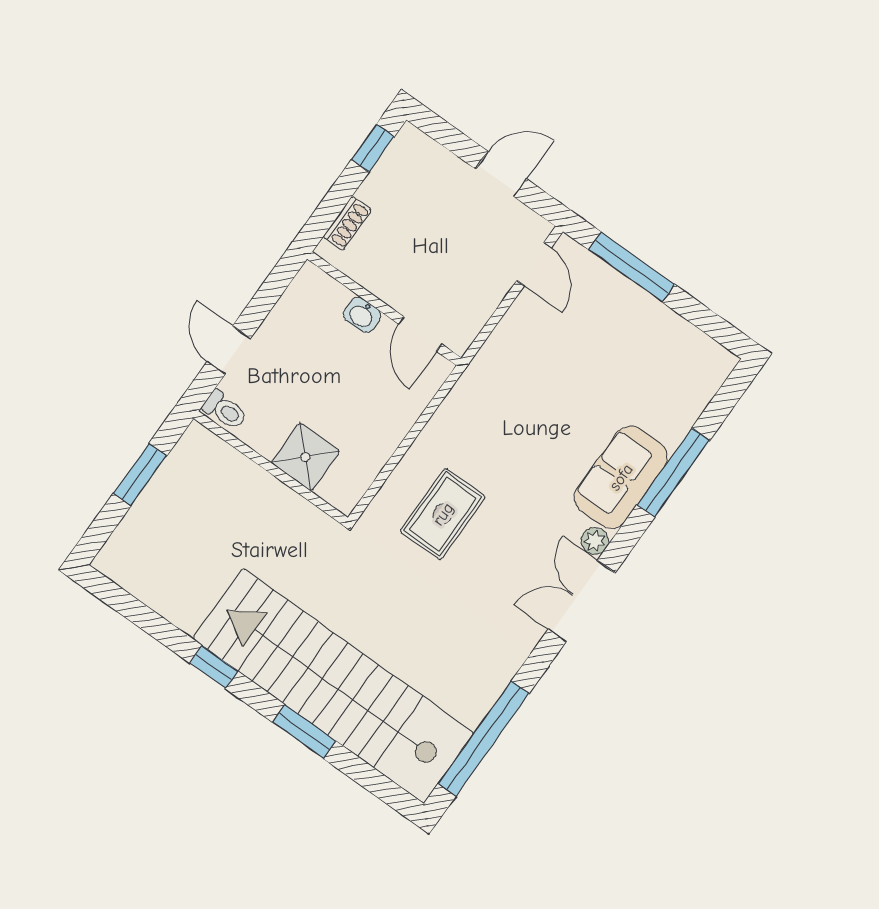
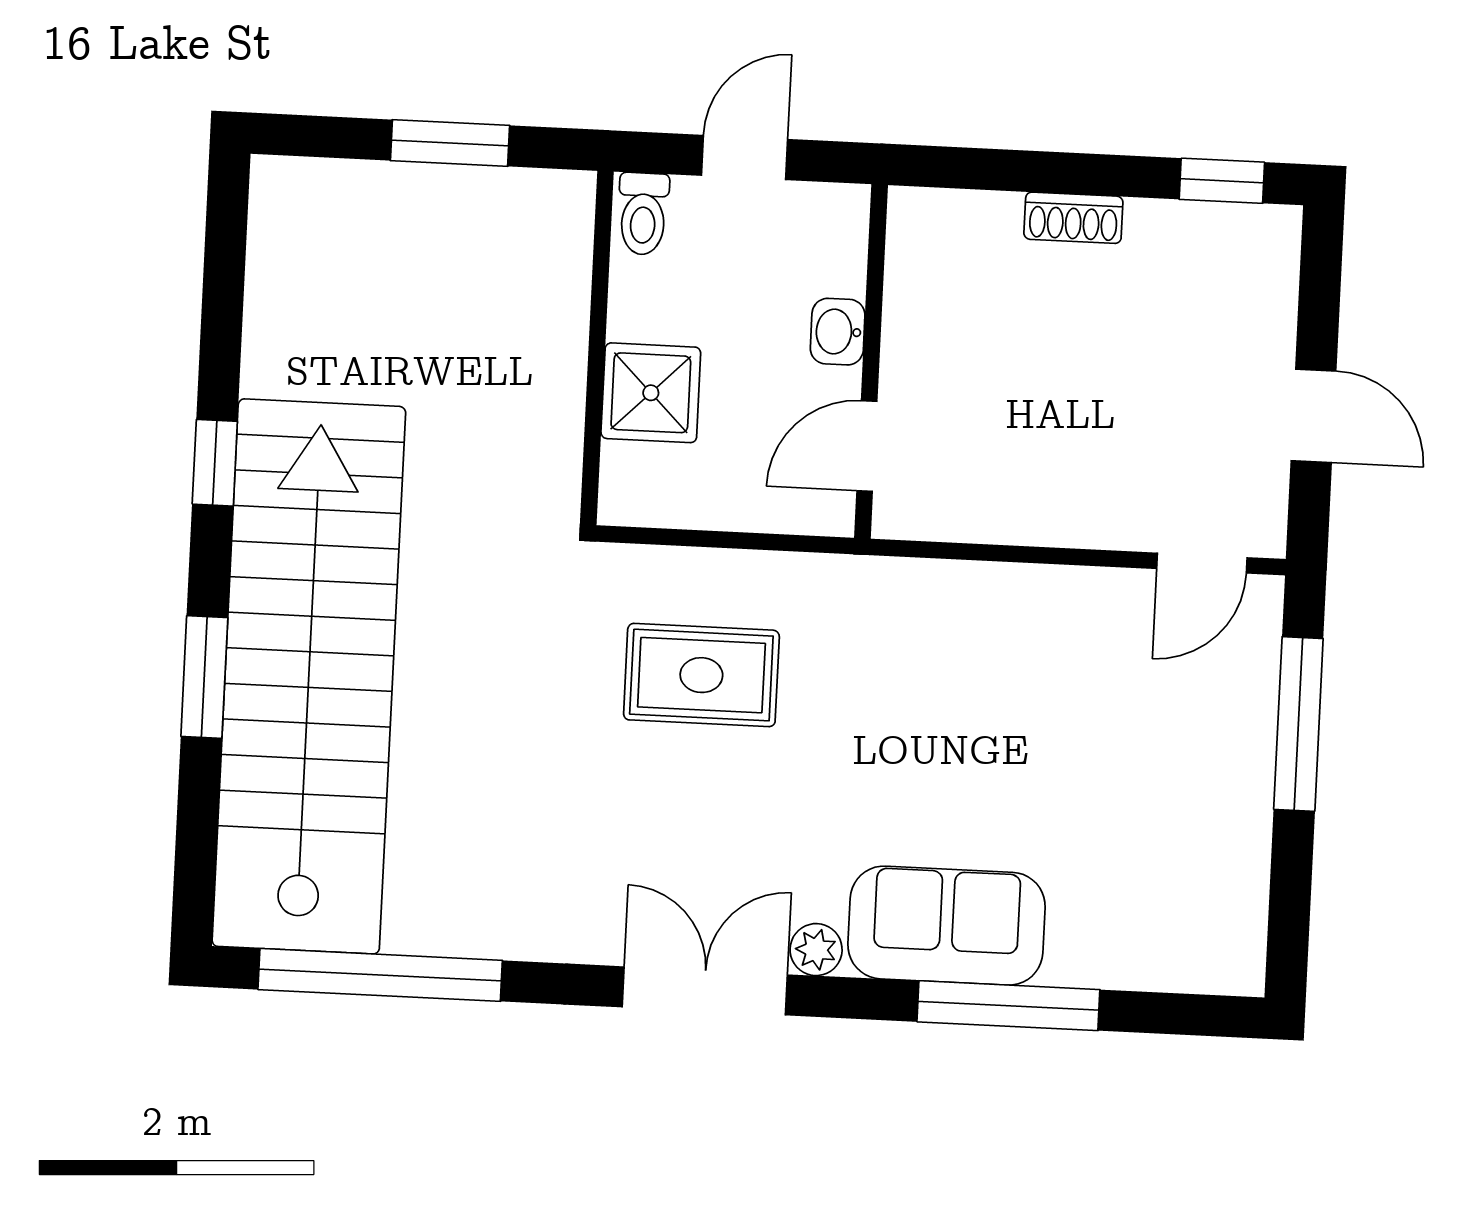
wall: (384, 309) -> (871, 361), moved
washbasin: (362, 315) -> (838, 332), moved
door: (420, 334) -> (867, 446), moved

